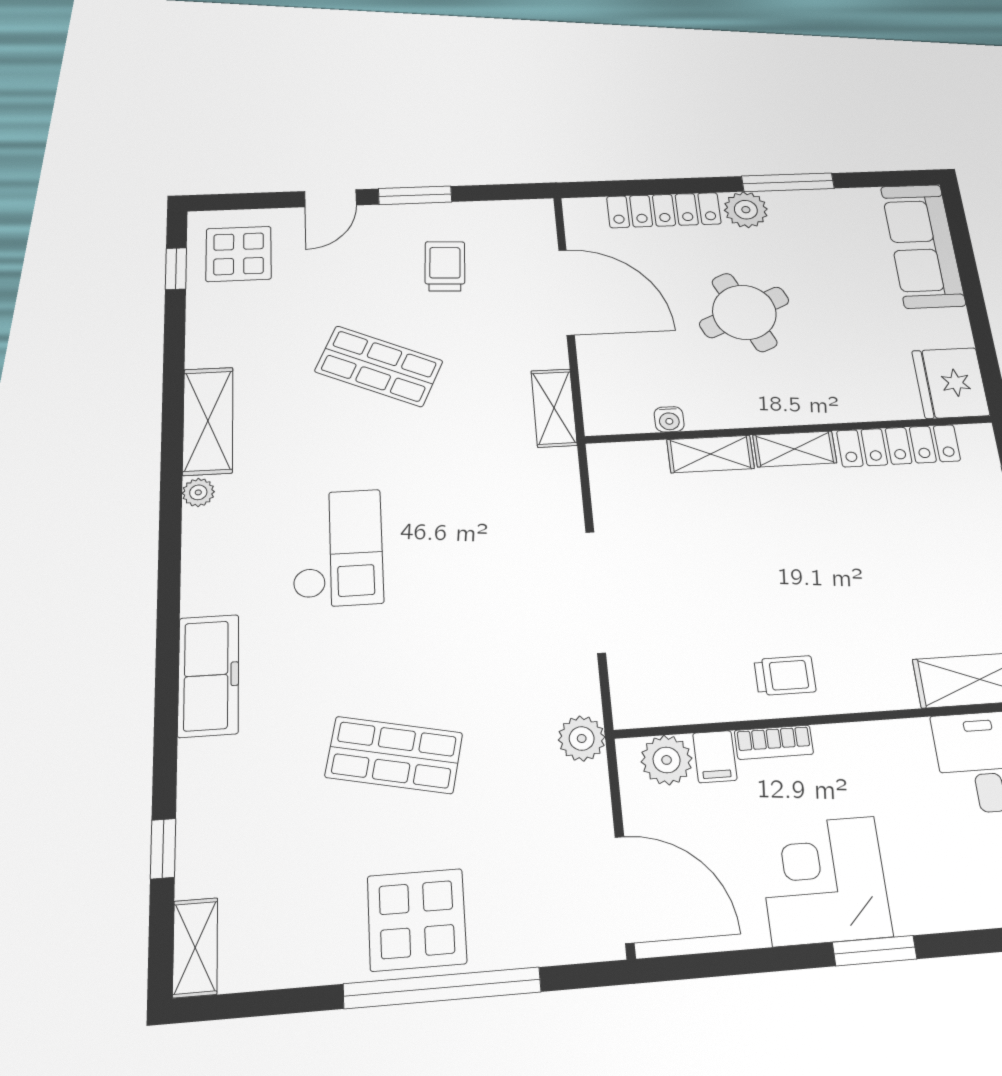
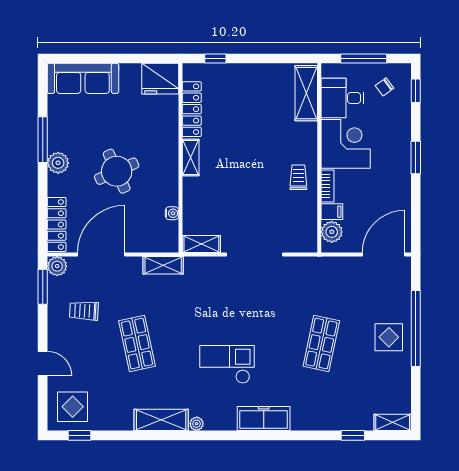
window: (415, 195) -> (43, 287), moved
locker: (664, 210) -> (57, 224), moved
shop shelf: (379, 366) -> (137, 344), turned -36
shelving: (710, 454) -> (201, 244), moved, turned 90
freezer: (208, 675) -> (264, 419), moved
plant: (582, 738) -> (57, 266), moved
corner desk: (824, 881) -> (346, 144), moved, turned 180
display table: (417, 920) -> (389, 337), width x0.73, depth x0.73

